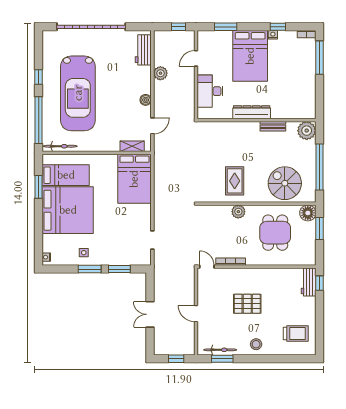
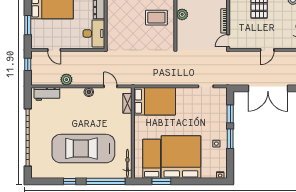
desk: (210, 91) -> (94, 33), moved, turned -90
car: (78, 93) -> (83, 149), turned 180
double door: (150, 314) -> (268, 88), width x1.87

